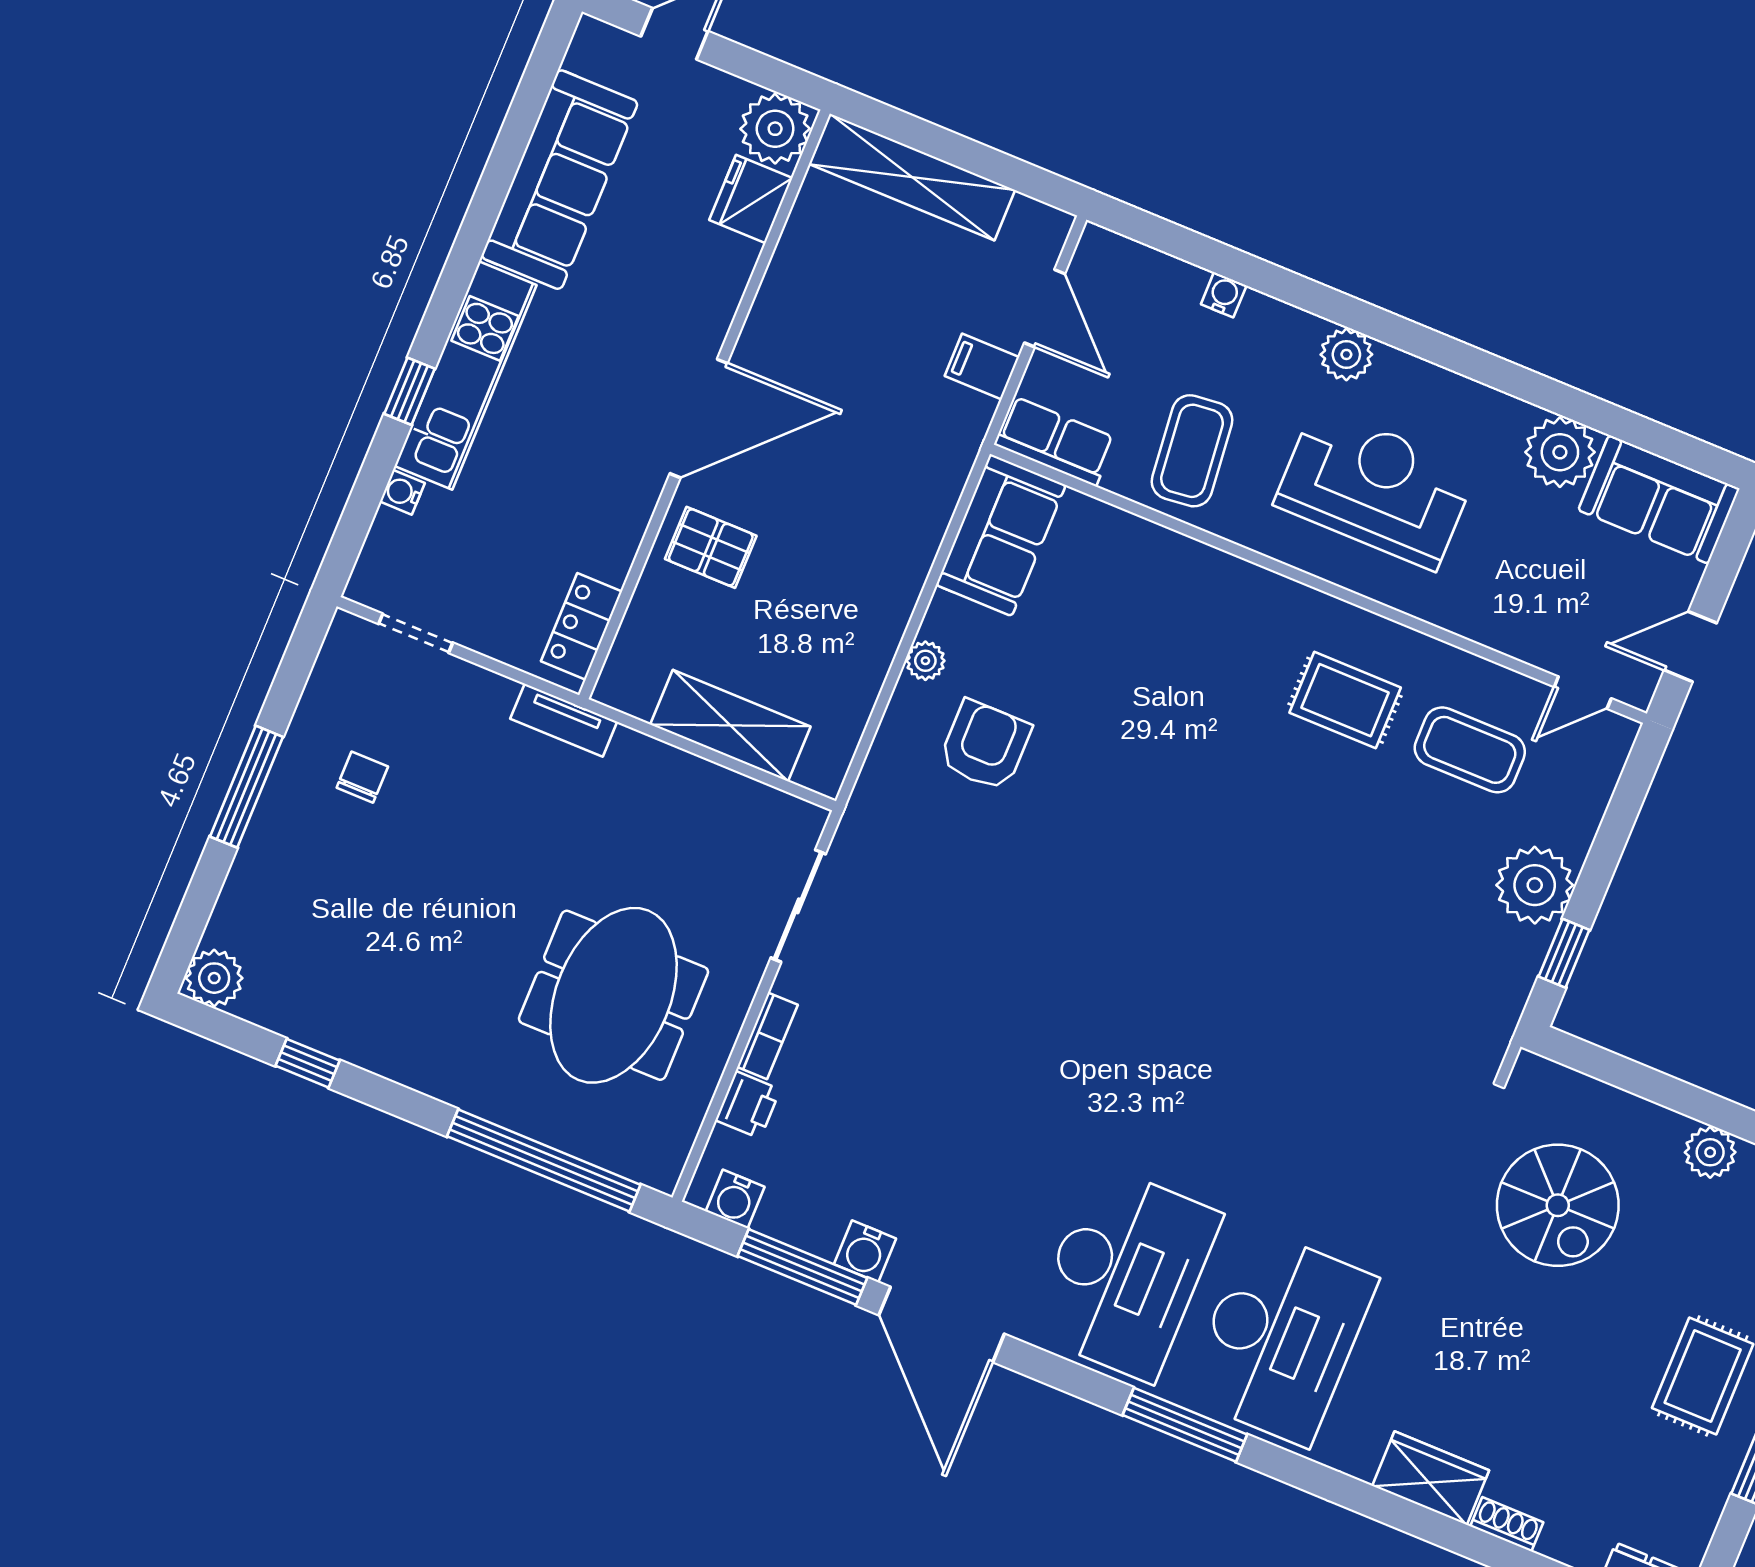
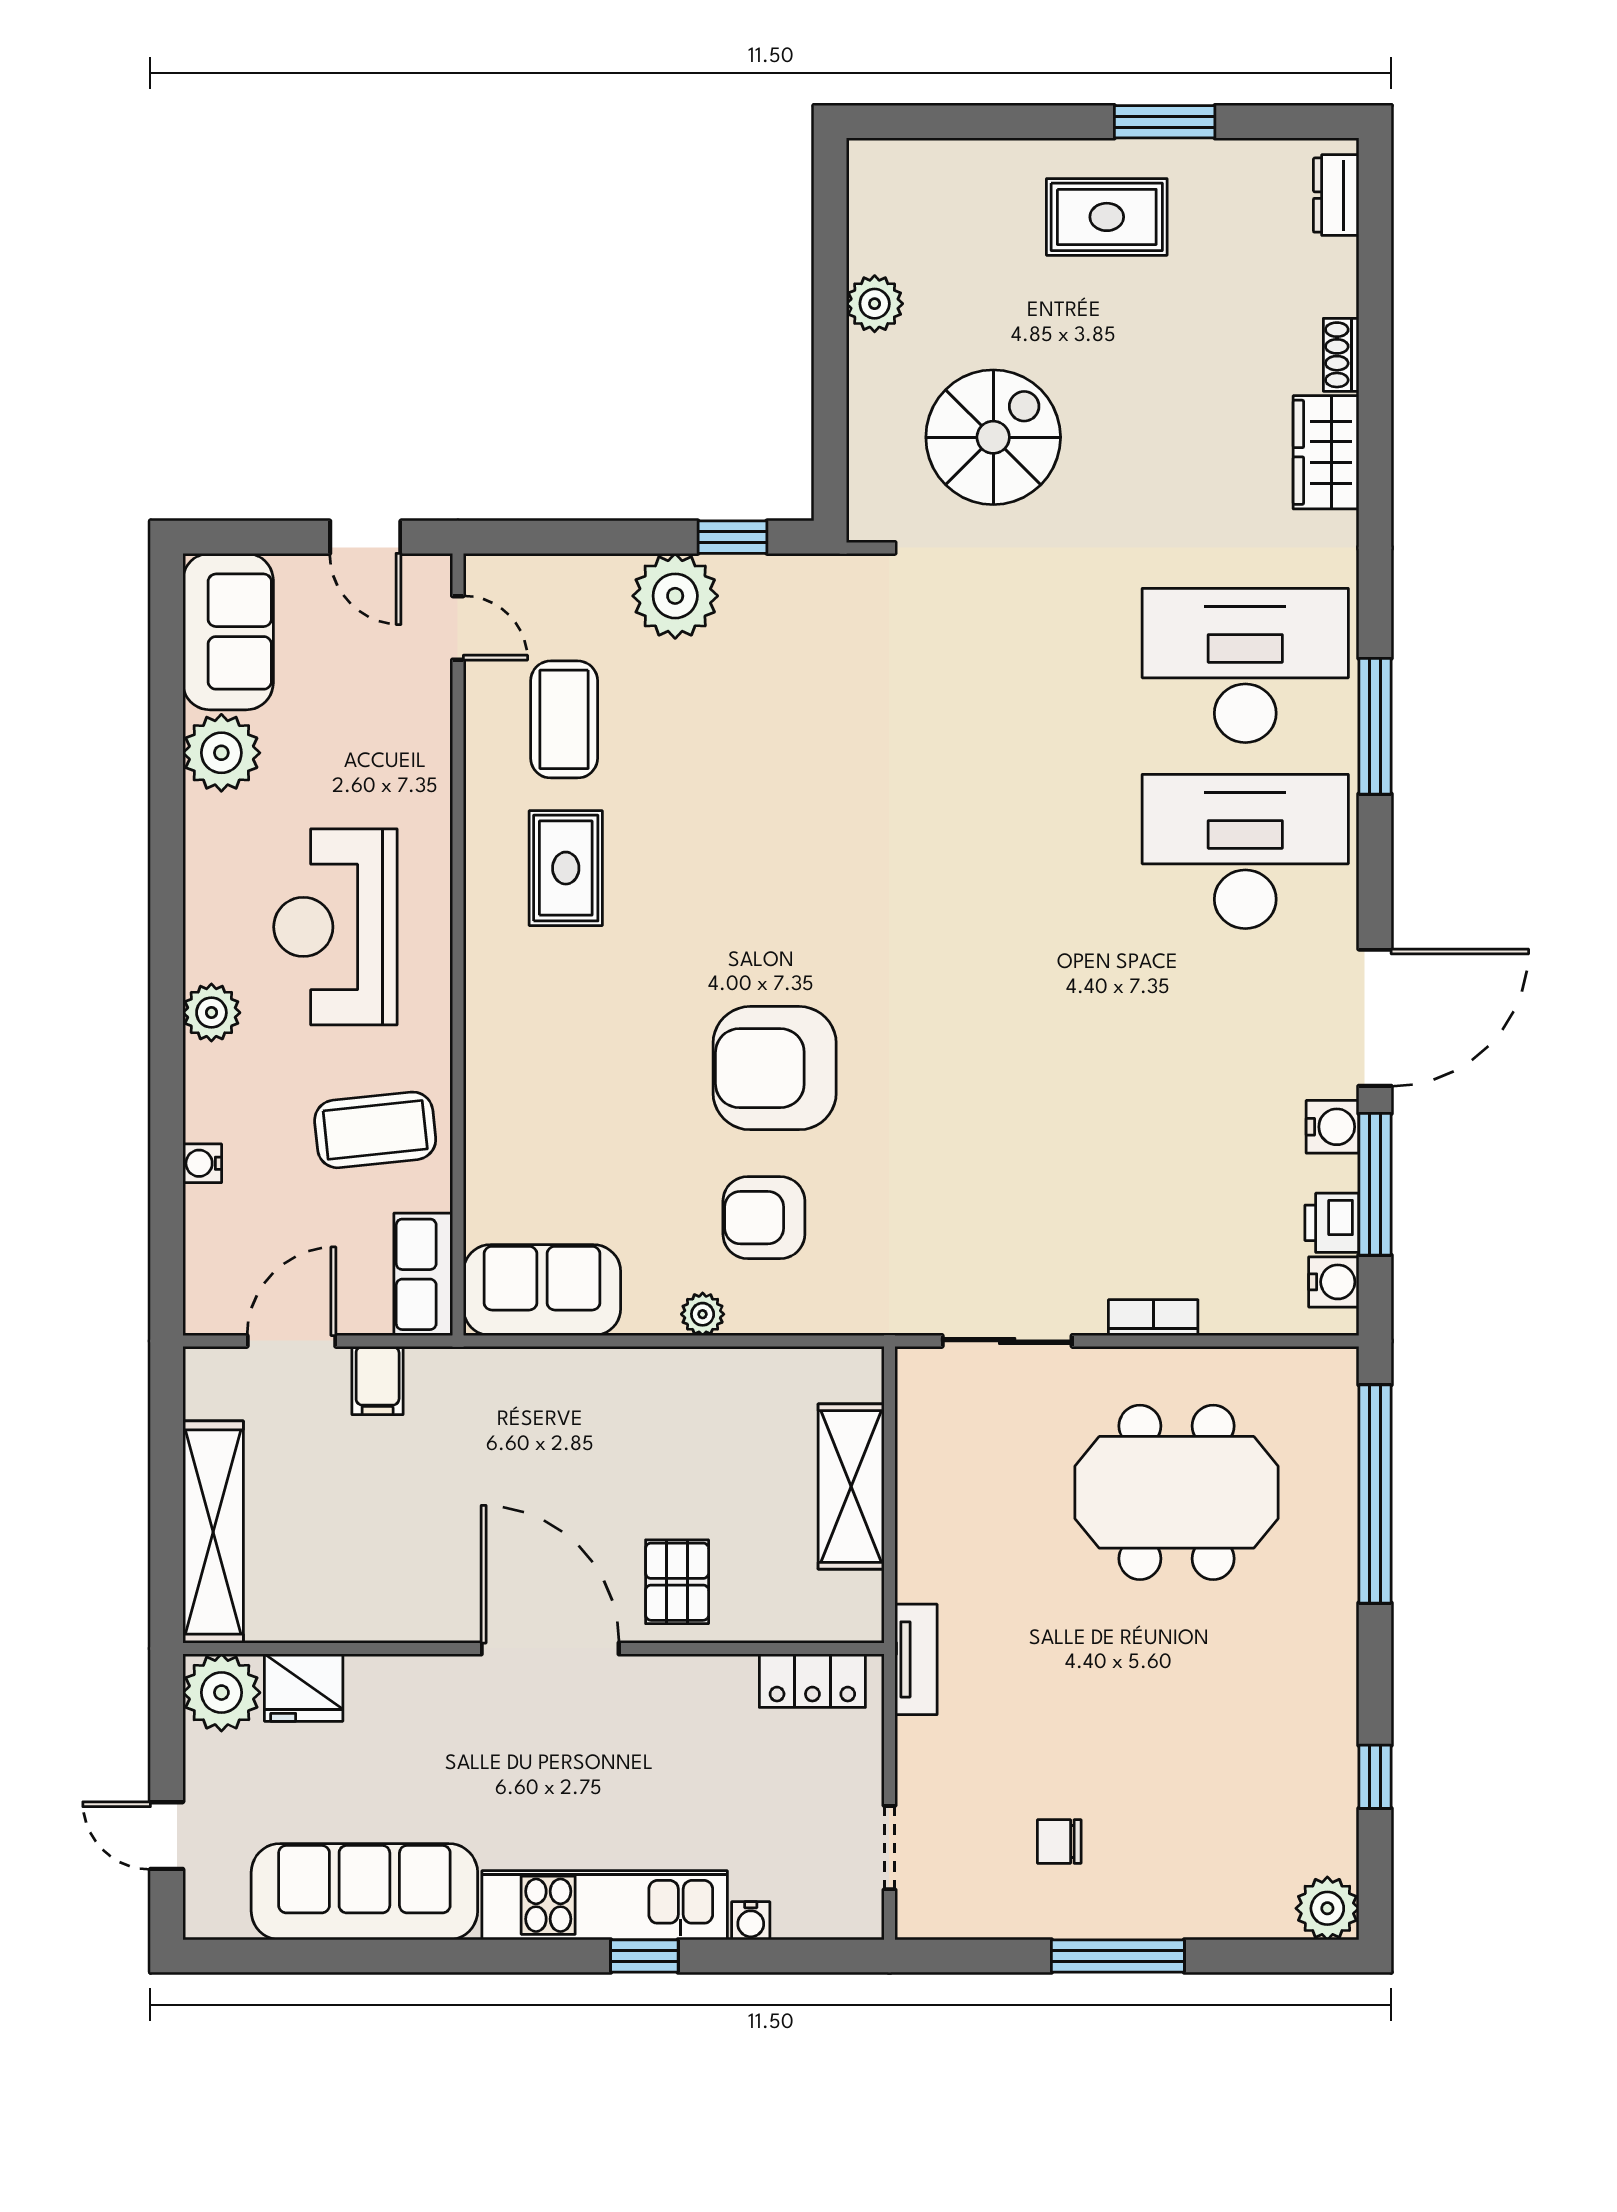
armchair: (1106, 806) -> (775, 1068), added
printer: (748, 1105) -> (1332, 1223), moved, turned -90

